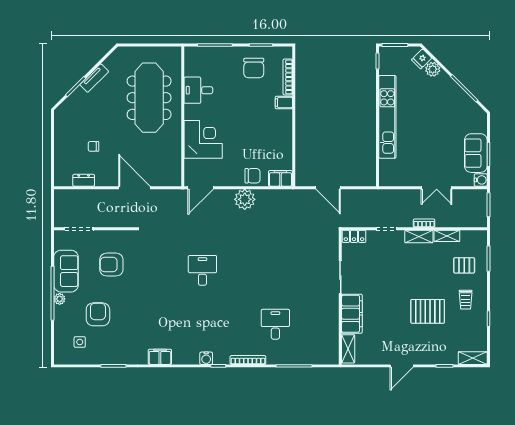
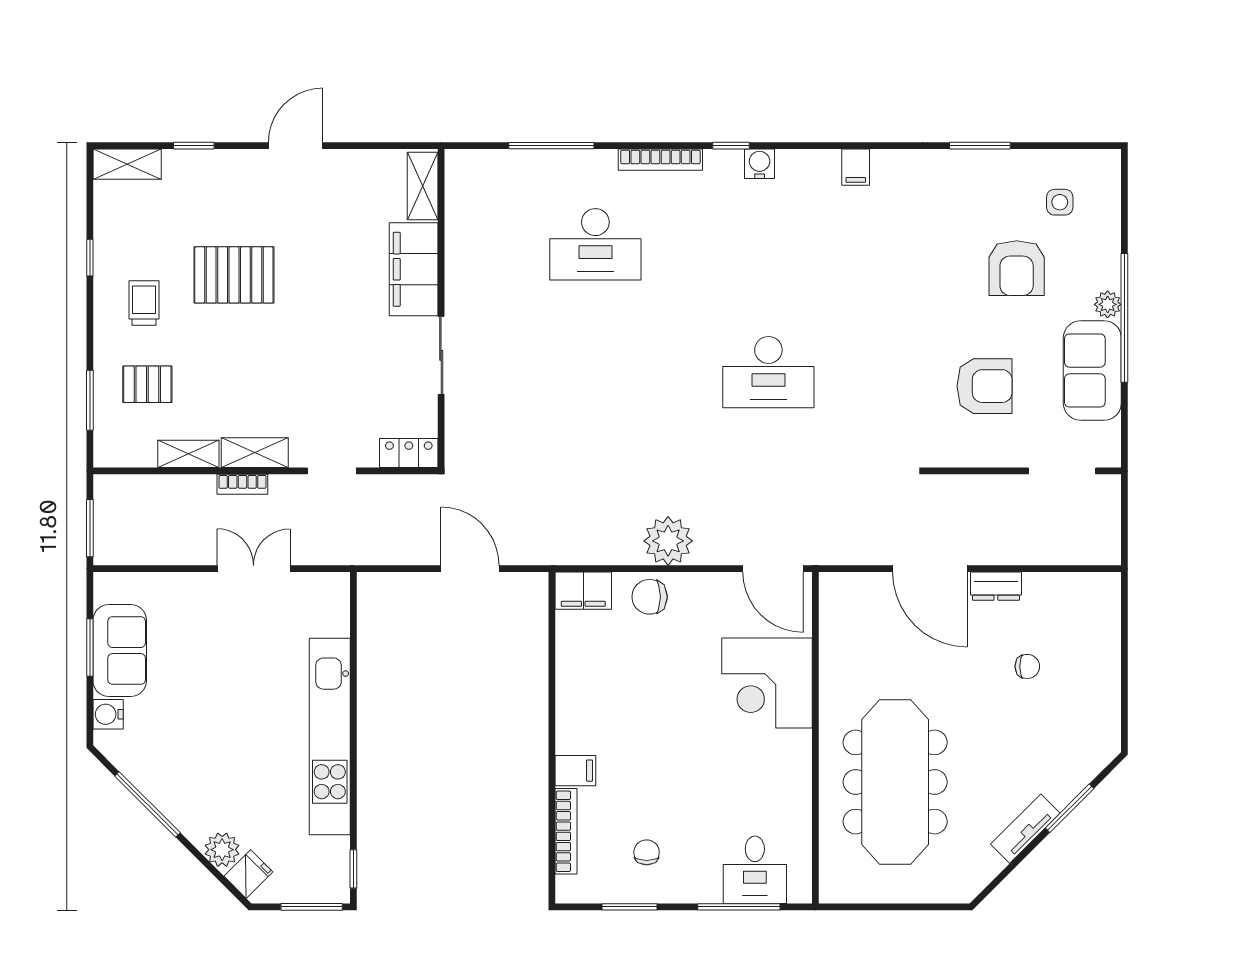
chair: (254, 68) -> (647, 852), width x0.54, depth x0.54
desk: (198, 90) -> (755, 870), moved, turned 90
dresser: (84, 180) -> (996, 586), moved
water cooler: (481, 180) -> (108, 714), moved
door: (201, 188) -> (773, 569), swing flipped
double door: (437, 188) -> (254, 569), moved
desk: (202, 270) -> (768, 372), width x1.37
desk: (275, 324) -> (595, 244), width x1.37
filing cabinet: (160, 357) -> (856, 167), width x0.50

